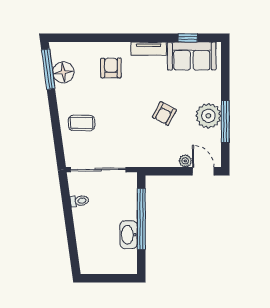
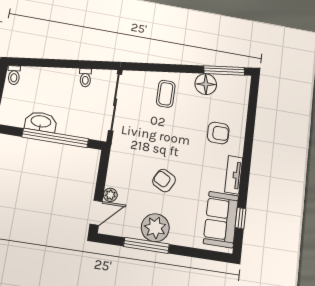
floor lamp: (63, 72) -> (206, 84), moved
toilet: (89, 267) -> (14, 75), added

